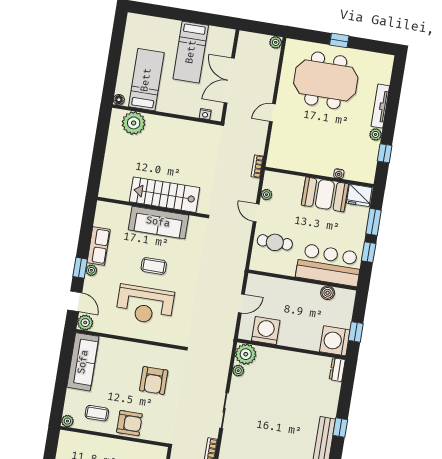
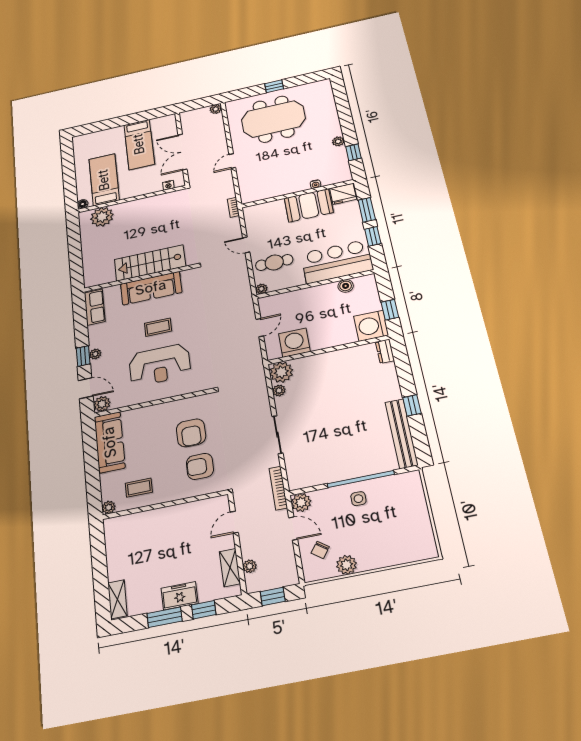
tv unit: (380, 106) -> (333, 119), removed
plant: (267, 195) -> (261, 289), moved
row of seats: (99, 246) -> (95, 307), moved
armchair: (129, 423) -> (200, 466), moved, turned 180

